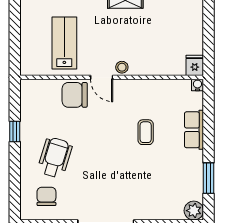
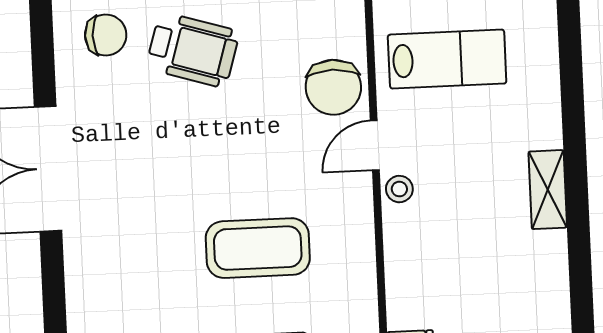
chair: (75, 95) -> (333, 87), turned 180
coffee table: (146, 132) -> (258, 248), width x1.86, depth x1.72

